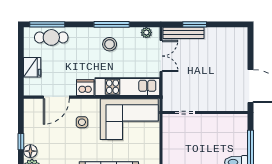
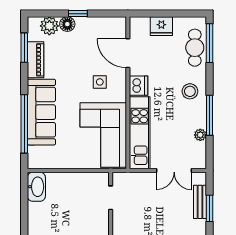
plant: (146, 33) -> (200, 135), moved
bench: (184, 33) -> (200, 202), width x0.73
stool: (110, 44) -> (190, 91), moved

